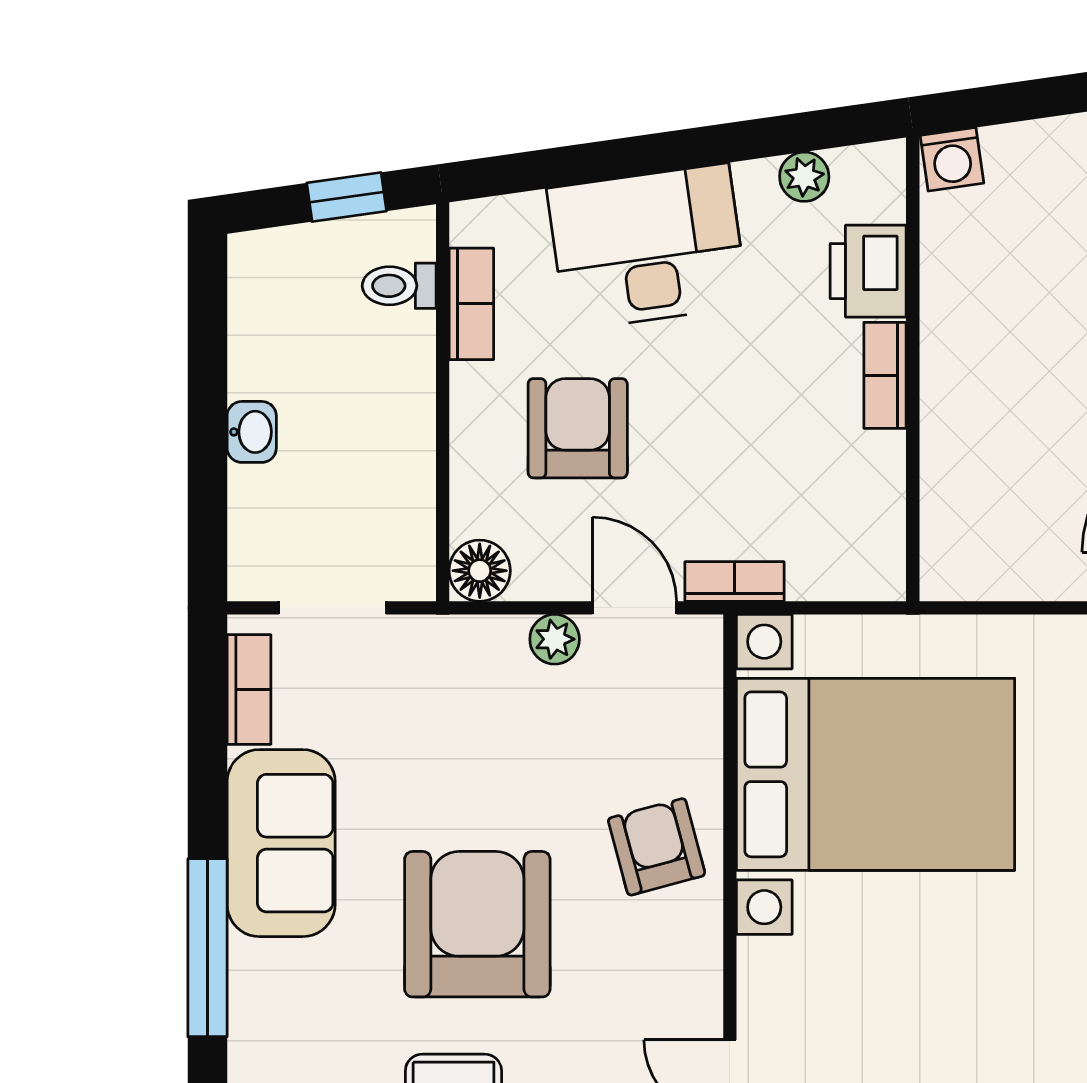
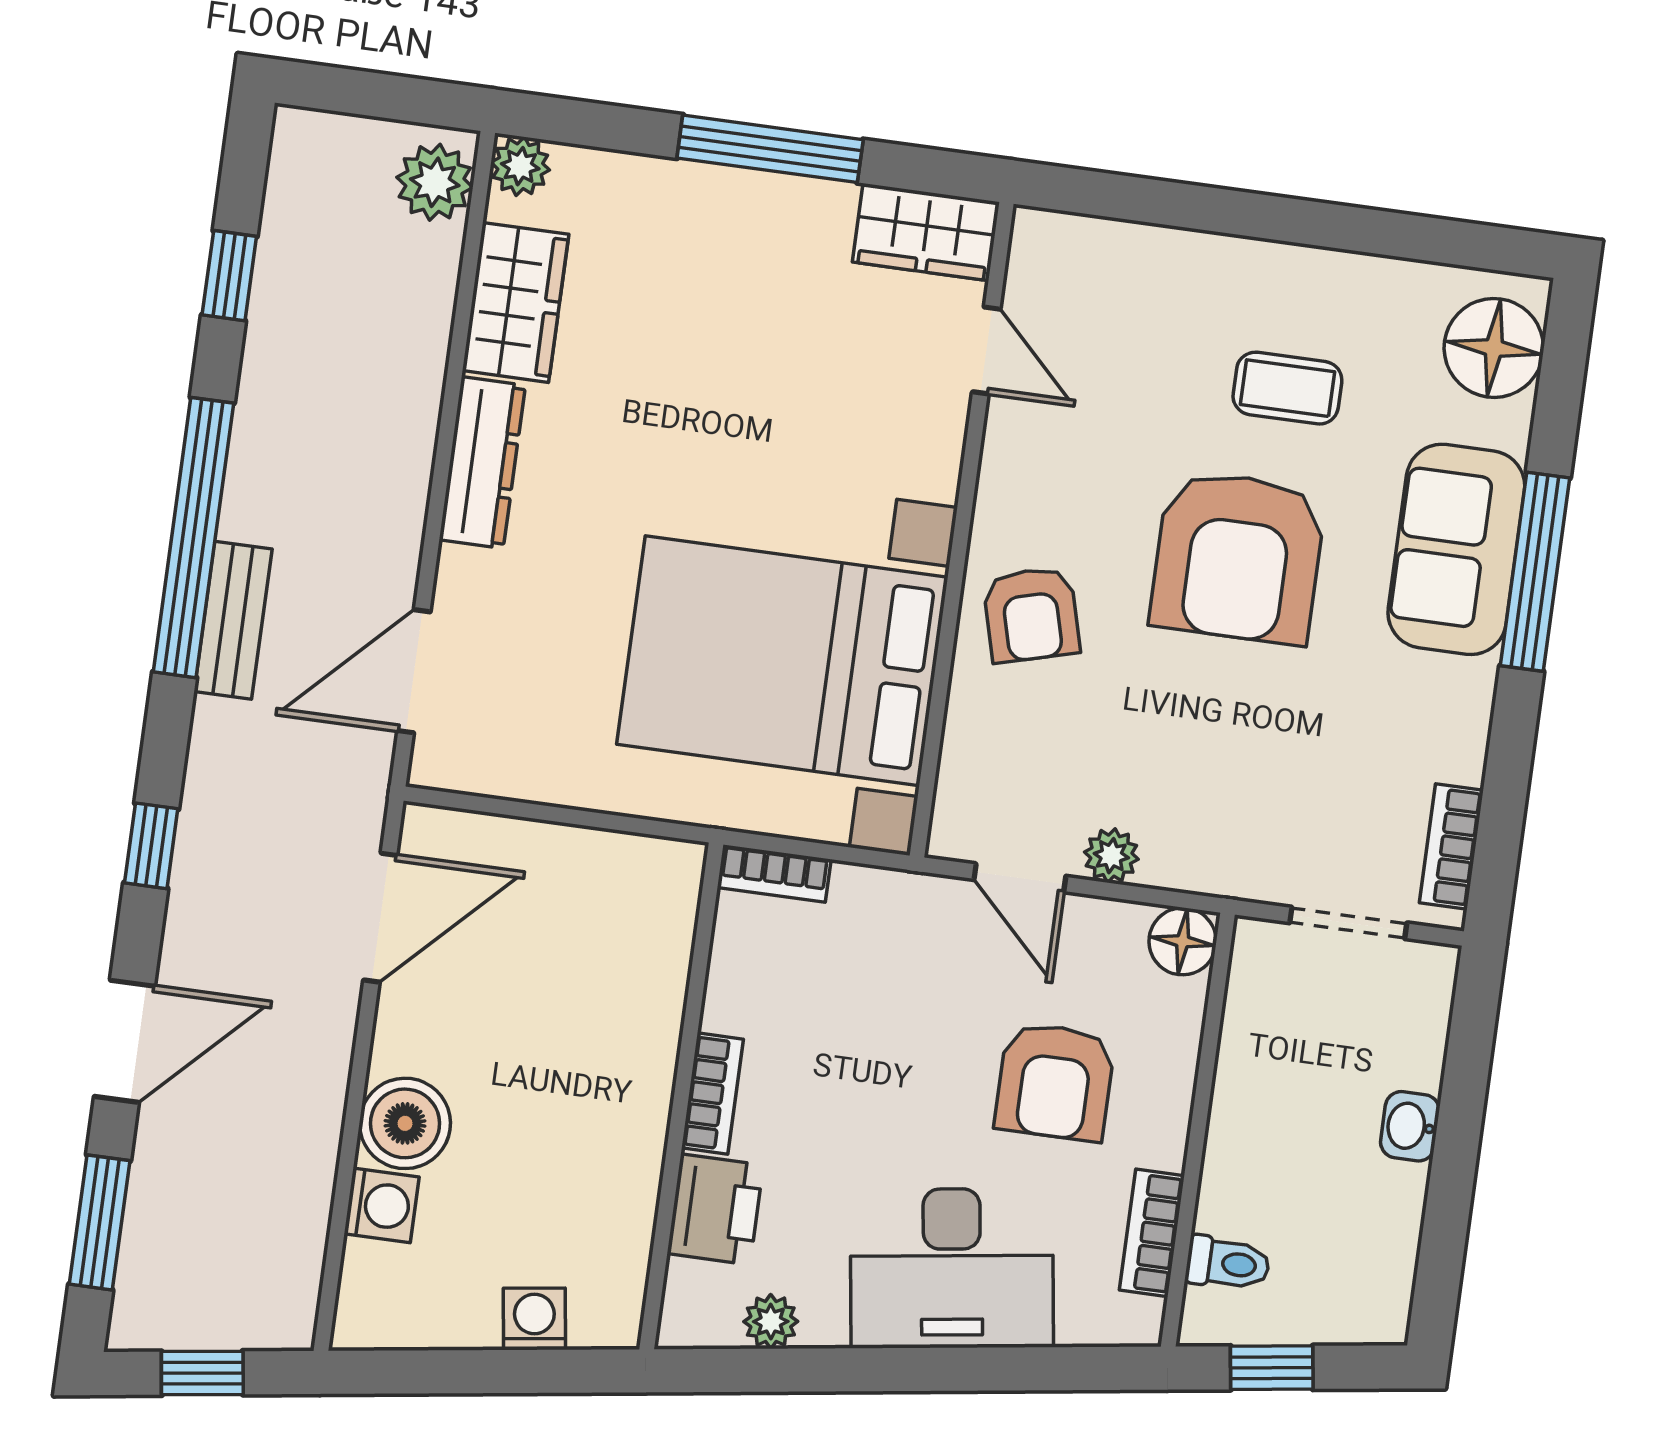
washing machine: (952, 159) -> (534, 1319), moved
bookcase: (735, 581) -> (774, 873), moved
sofa: (281, 843) -> (1456, 549), moved

